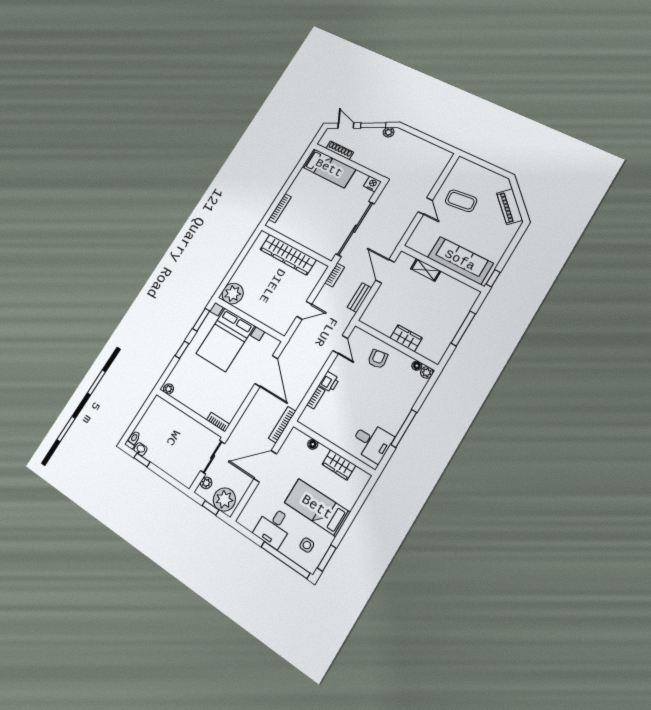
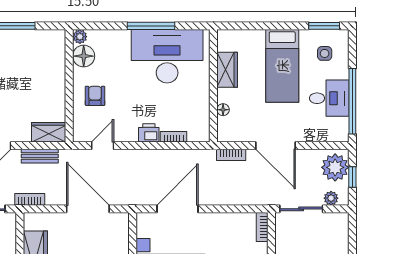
door: (304, 310) -> (88, 209), width x1.87
wardrobe: (406, 338) -> (49, 132), moved, turned 90
armchair: (378, 359) -> (95, 96), turned 99
floor lamp: (417, 366) -> (84, 56), width x1.89, depth x1.89
bookcase: (282, 425) -> (231, 155), width x0.64
desk: (372, 442) -> (167, 56), width x1.87, depth x1.30
window: (285, 560) -> (352, 101), moved

